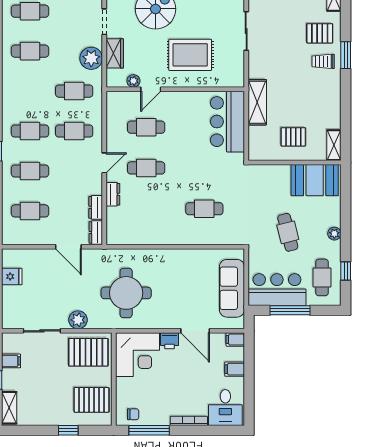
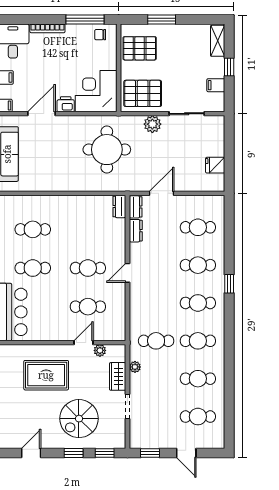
plant: (91, 58) -> (135, 367), width x0.53, depth x0.53
cafe table: (74, 131) -> (198, 341), moved
cafe table: (204, 168) -> (33, 268), added
dresser: (113, 194) -> (119, 206), moved
door: (68, 247) -> (162, 193), hinge flipped
door: (195, 331) -> (42, 114), hinge flipped
window: (68, 430) -> (162, 19), width x1.50

